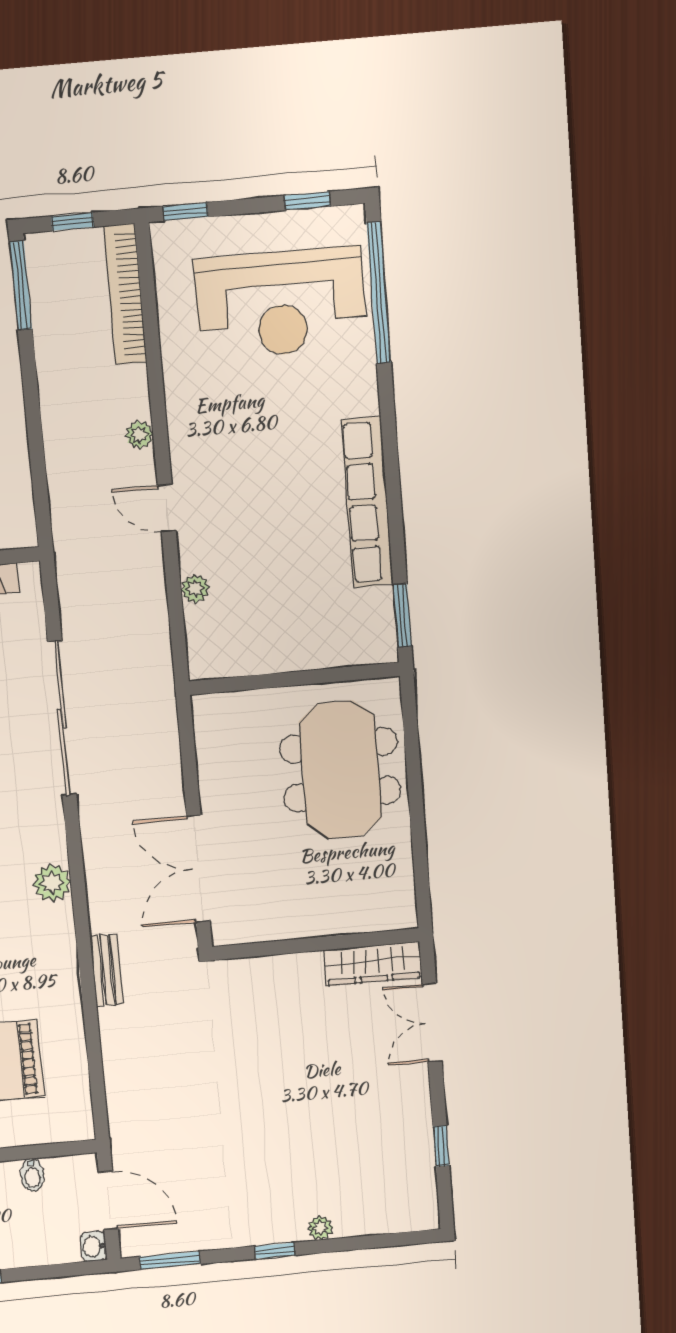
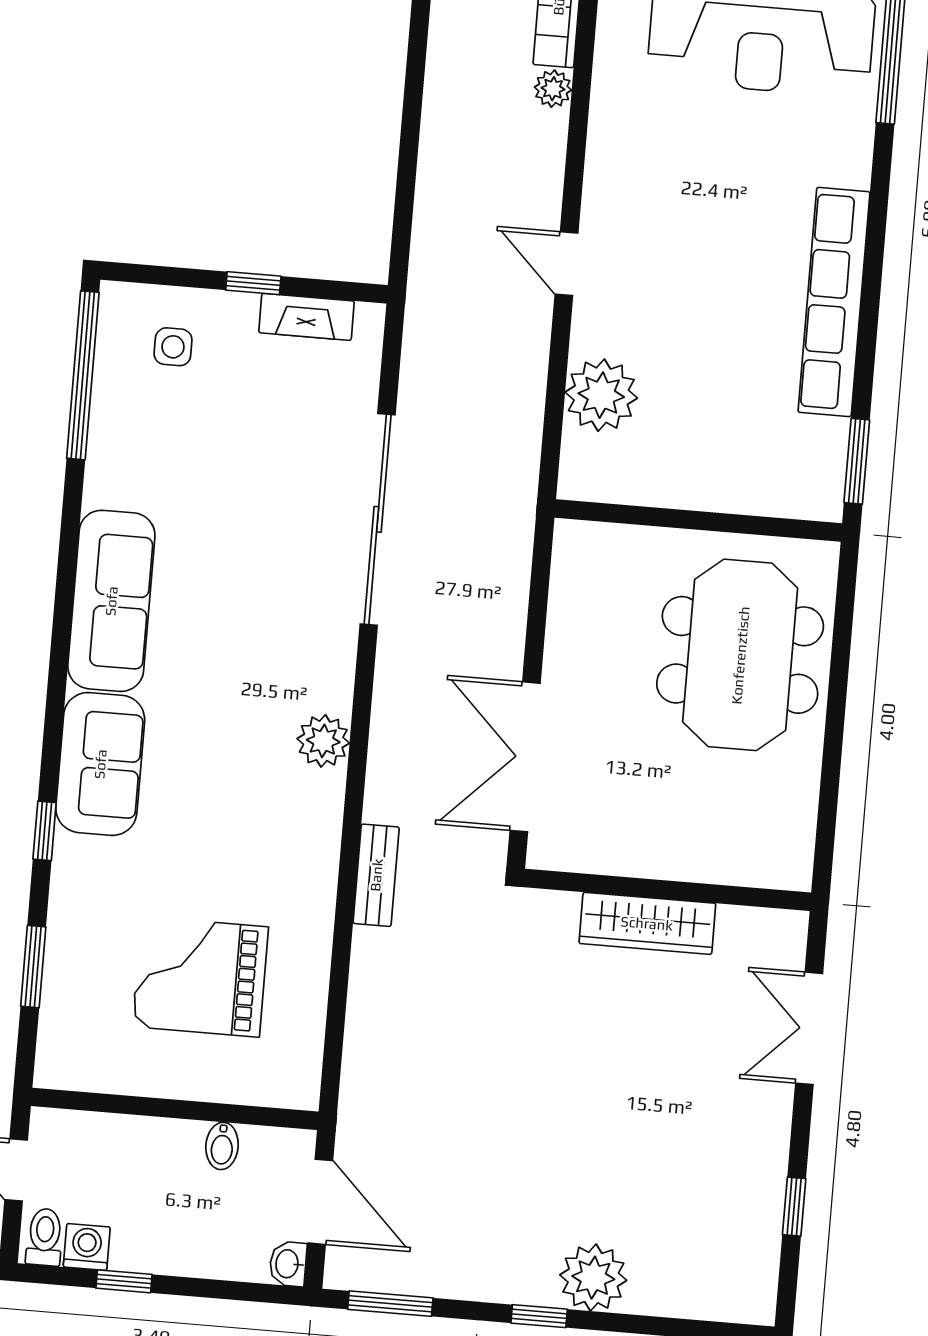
plant: (139, 435) -> (553, 89), moved
plant: (195, 589) -> (601, 395), width x1.87, depth x1.87
wardrobe: (373, 964) -> (647, 923), moved
plant: (320, 1228) -> (593, 1278), width x1.88, depth x1.88

